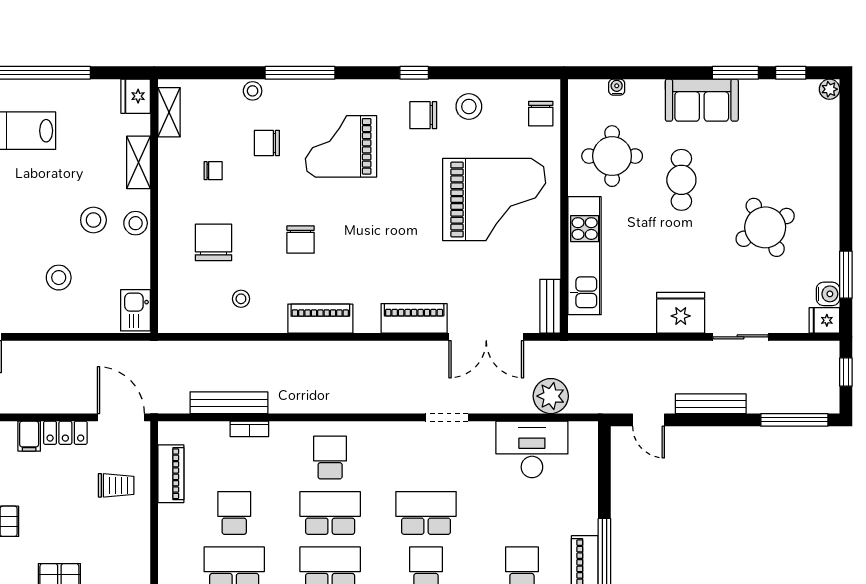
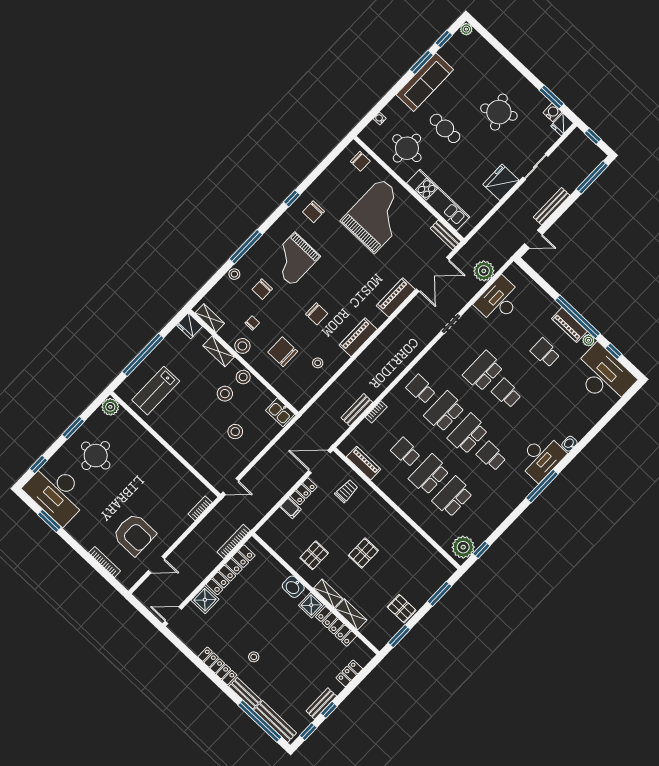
sofa: (702, 100) -> (425, 82), width x1.36
stool: (469, 106) -> (242, 346), moved
bench: (229, 403) -> (357, 410), width x0.73

